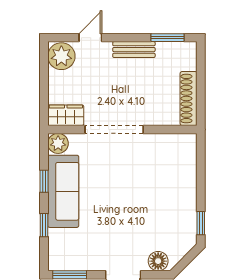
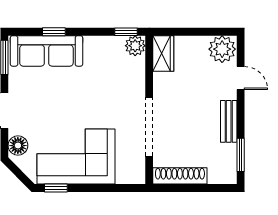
doorway: (114, 129) -> (149, 127), moved
window: (44, 181) -> (126, 32), moved
sofa: (63, 191) -> (46, 51), moved
corner sofa: (169, 203) -> (76, 156), added

